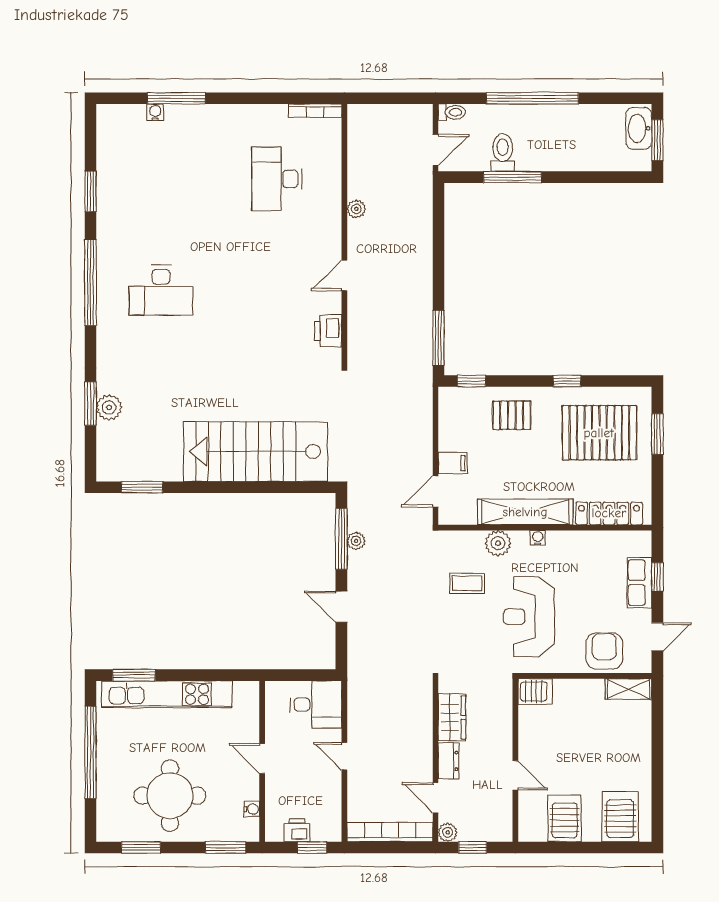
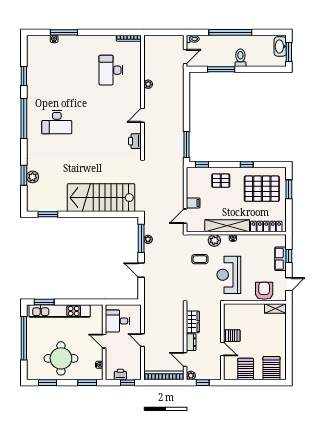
toilet: (503, 153) -> (240, 58), moved
server rack: (535, 691) -> (232, 336), moved
desk: (316, 705) -> (117, 321), moved, turned 180

